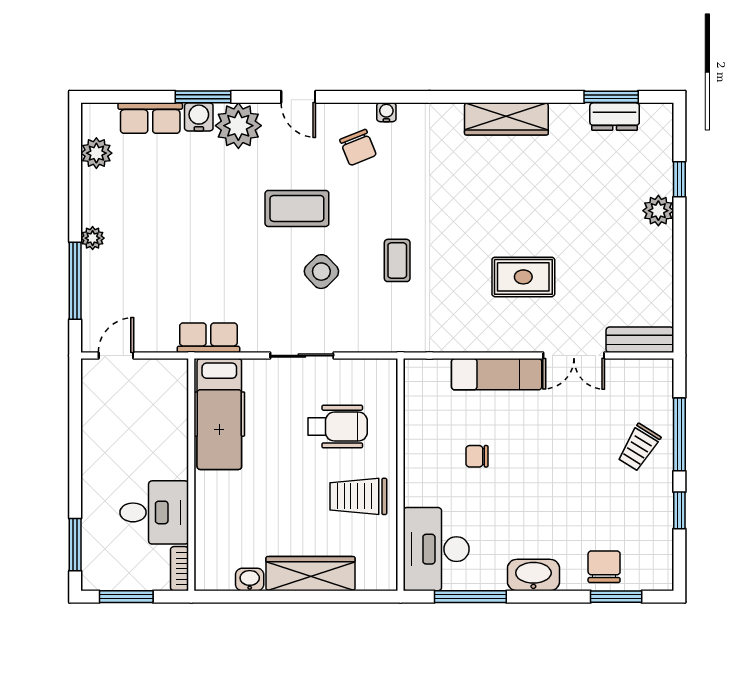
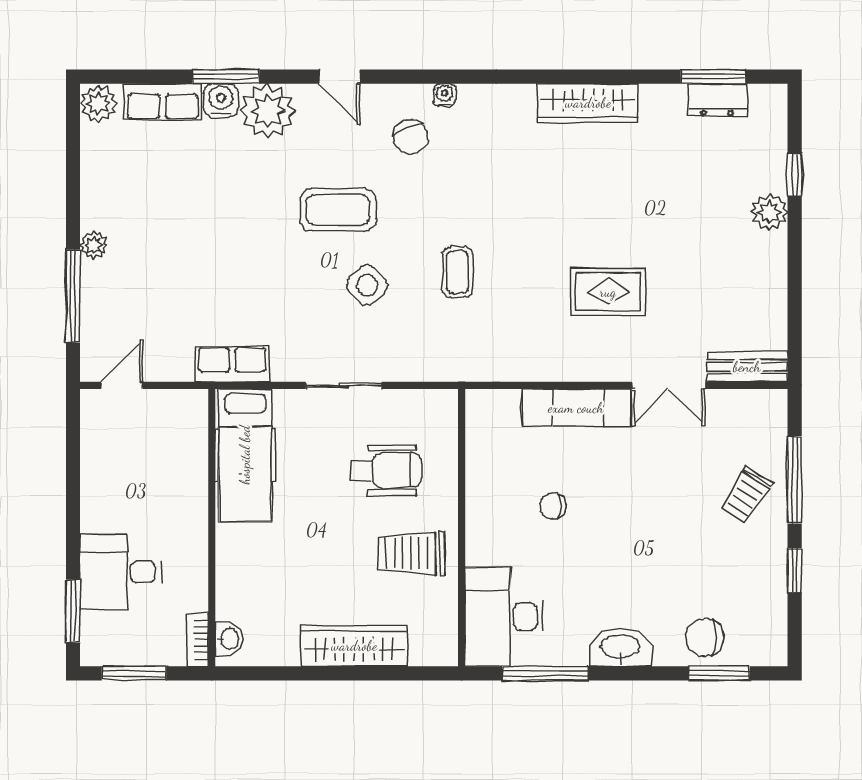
plant: (96, 153) -> (98, 104), moved
desk: (154, 512) -> (121, 572), moved, turned 180
chair: (604, 567) -> (705, 638), turned -90
washbasin: (250, 580) -> (229, 639), moved, turned 90

